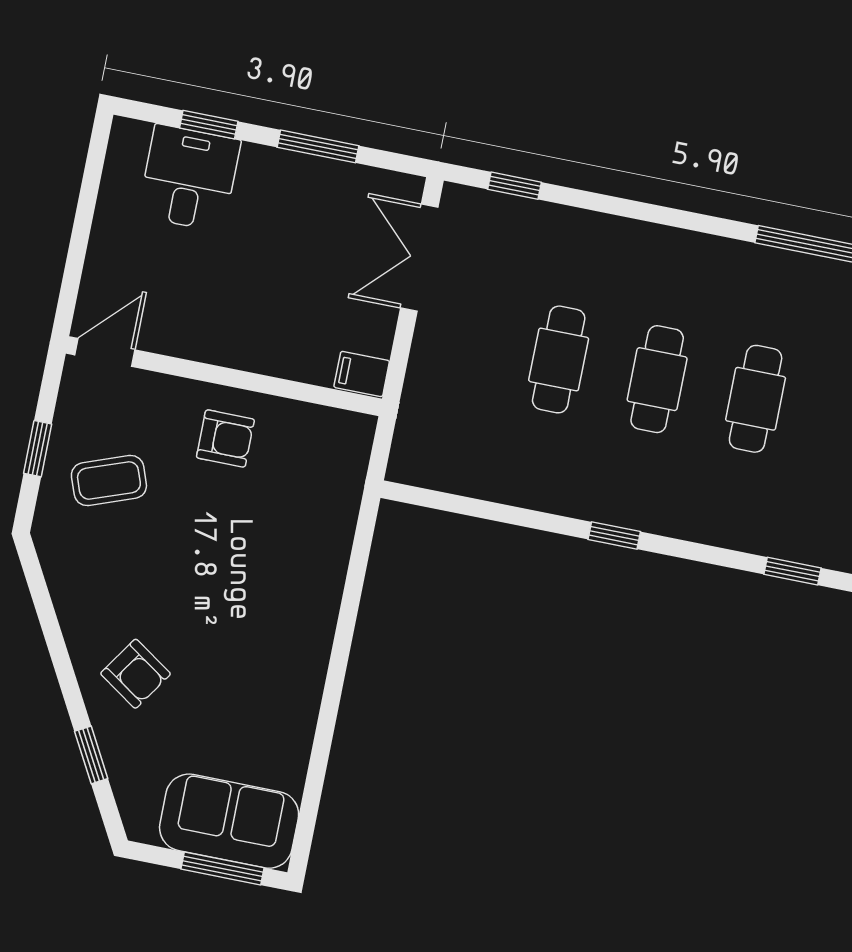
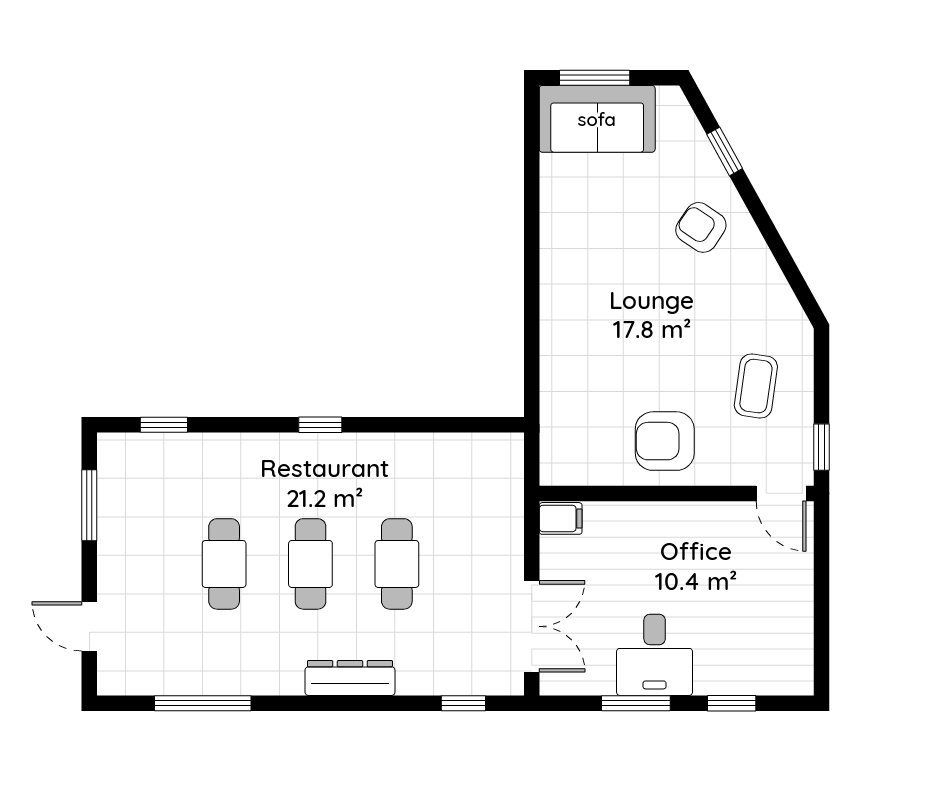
desk: (189, 178) -> (655, 655), moved
dresser: (638, 240) -> (350, 678), added
door: (105, 352) -> (781, 493), hinge flipped
armchair: (225, 439) -> (665, 441), width x1.38, depth x1.38
window: (38, 449) -> (821, 447), moved
coffee table: (109, 480) -> (756, 386), turned -62

